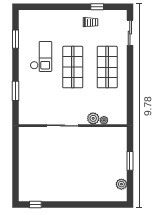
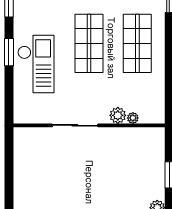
checkout: (41, 56) -> (36, 64), moved, width x1.36, depth x1.21
window: (16, 91) -> (9, 52), moved

